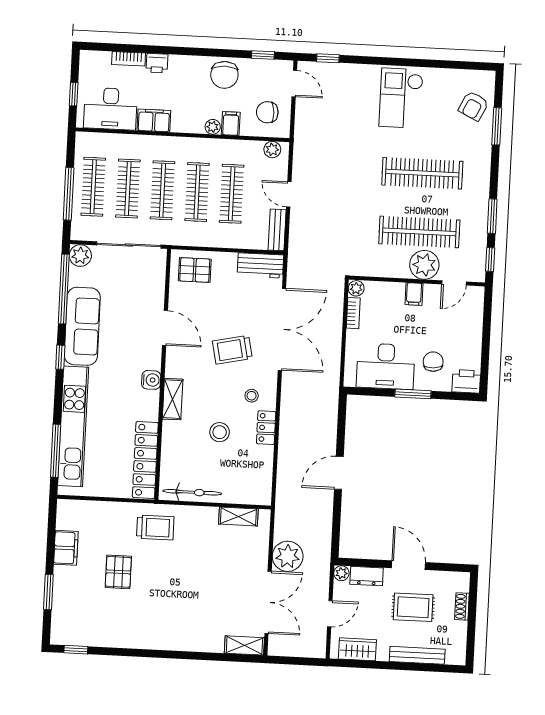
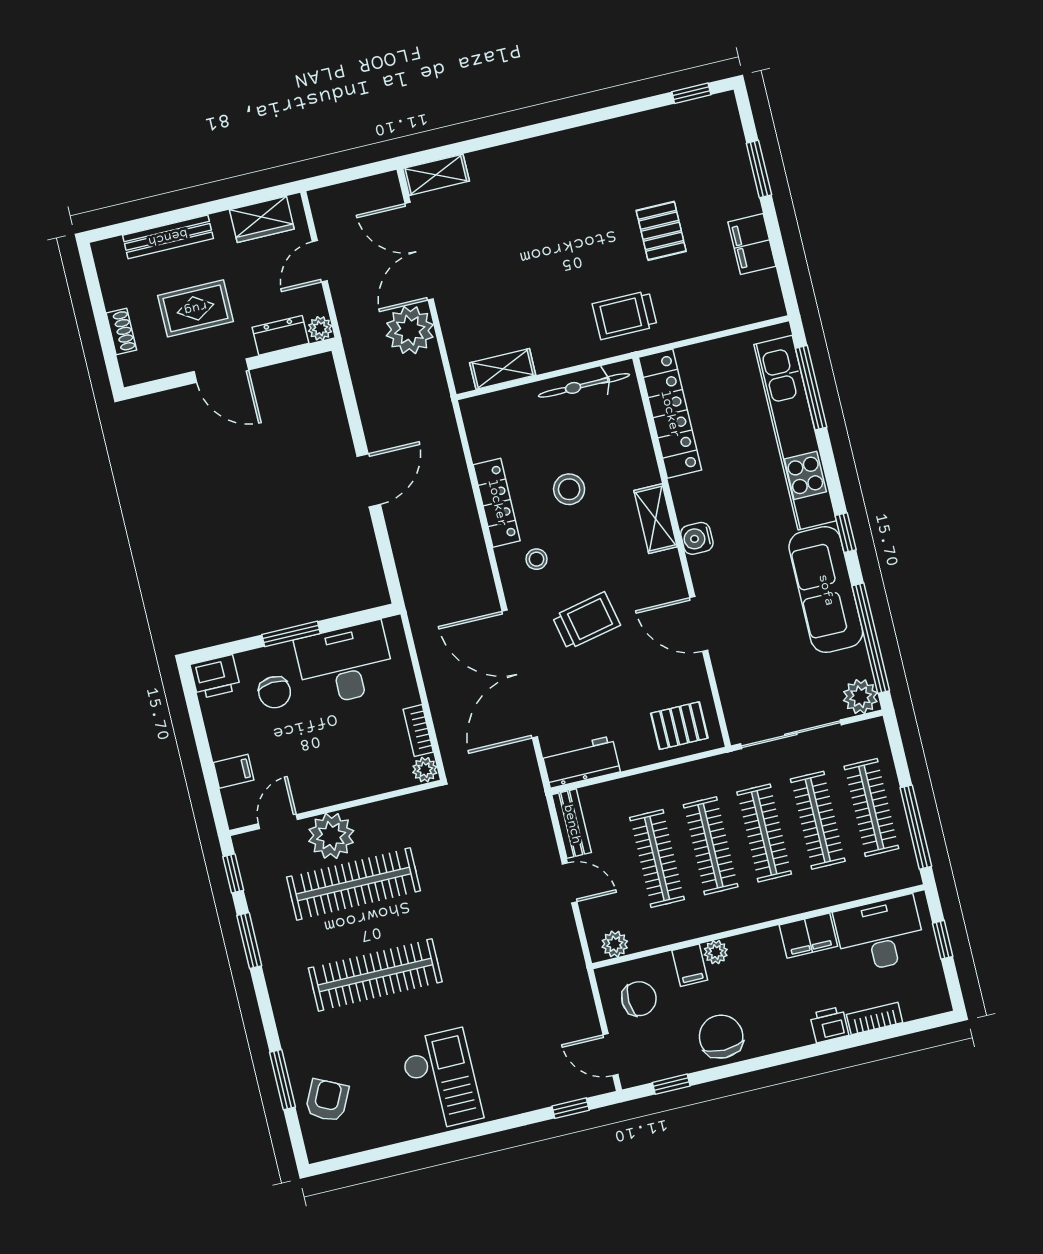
window: (69, 194) -> (916, 827), moved
filing cabinet: (414, 294) -> (234, 771), moved, turned 90
locker: (266, 428) -> (497, 503), width x1.53

